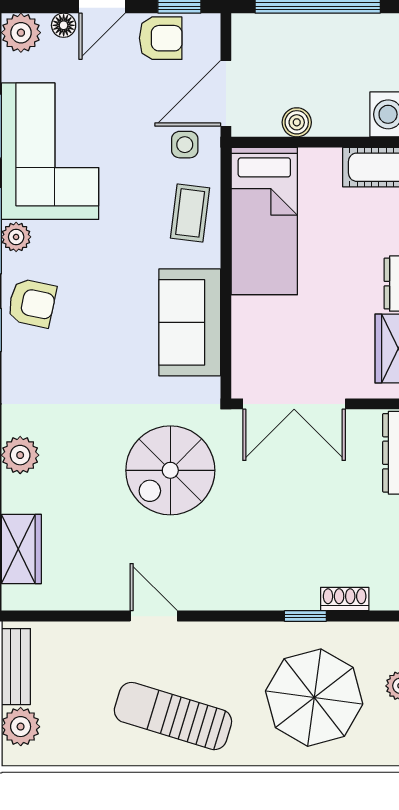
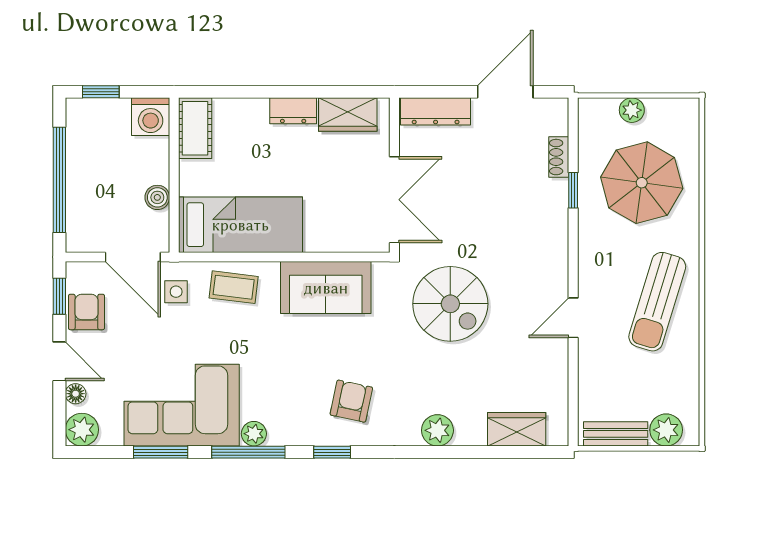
armchair: (32, 303) -> (351, 401), moved

